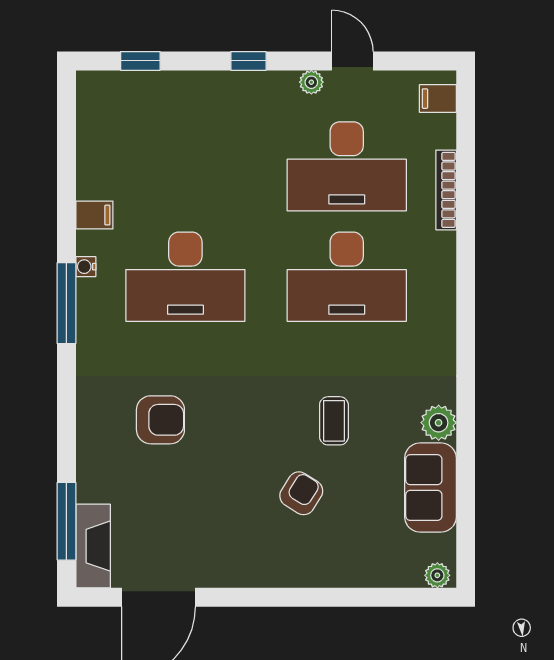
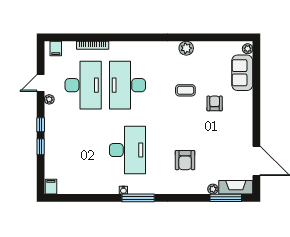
window: (140, 61) -> (41, 147), moved
filing cabinet: (94, 215) -> (51, 187), moved
desk: (347, 277) -> (127, 85), turned 180
armchair: (160, 420) -> (185, 160), turned 180
sofa: (430, 488) -> (242, 73), moved, turned 90
plant: (88, 489) -> (213, 189), added
armchair: (301, 493) -> (215, 103), turned 58

